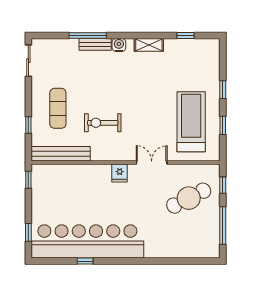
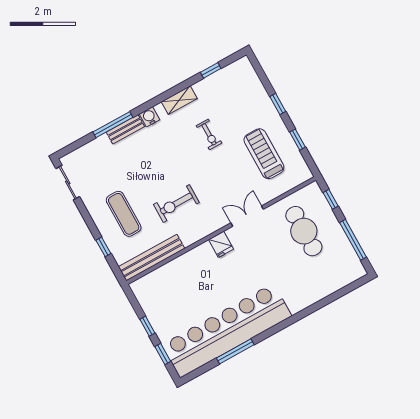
exercise bike: (157, 84) -> (209, 134), added
treadmill: (191, 122) -> (264, 154), width x0.73, depth x0.73
window: (28, 180) -> (147, 326), moved
cafe table: (189, 198) -> (304, 231), turned -63
window: (85, 261) -> (235, 351), width x2.17

